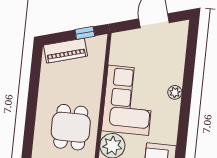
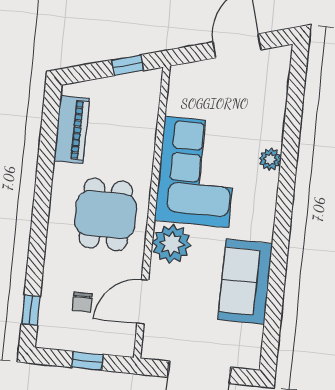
piano: (65, 51) -> (72, 129), moved, turned -74

